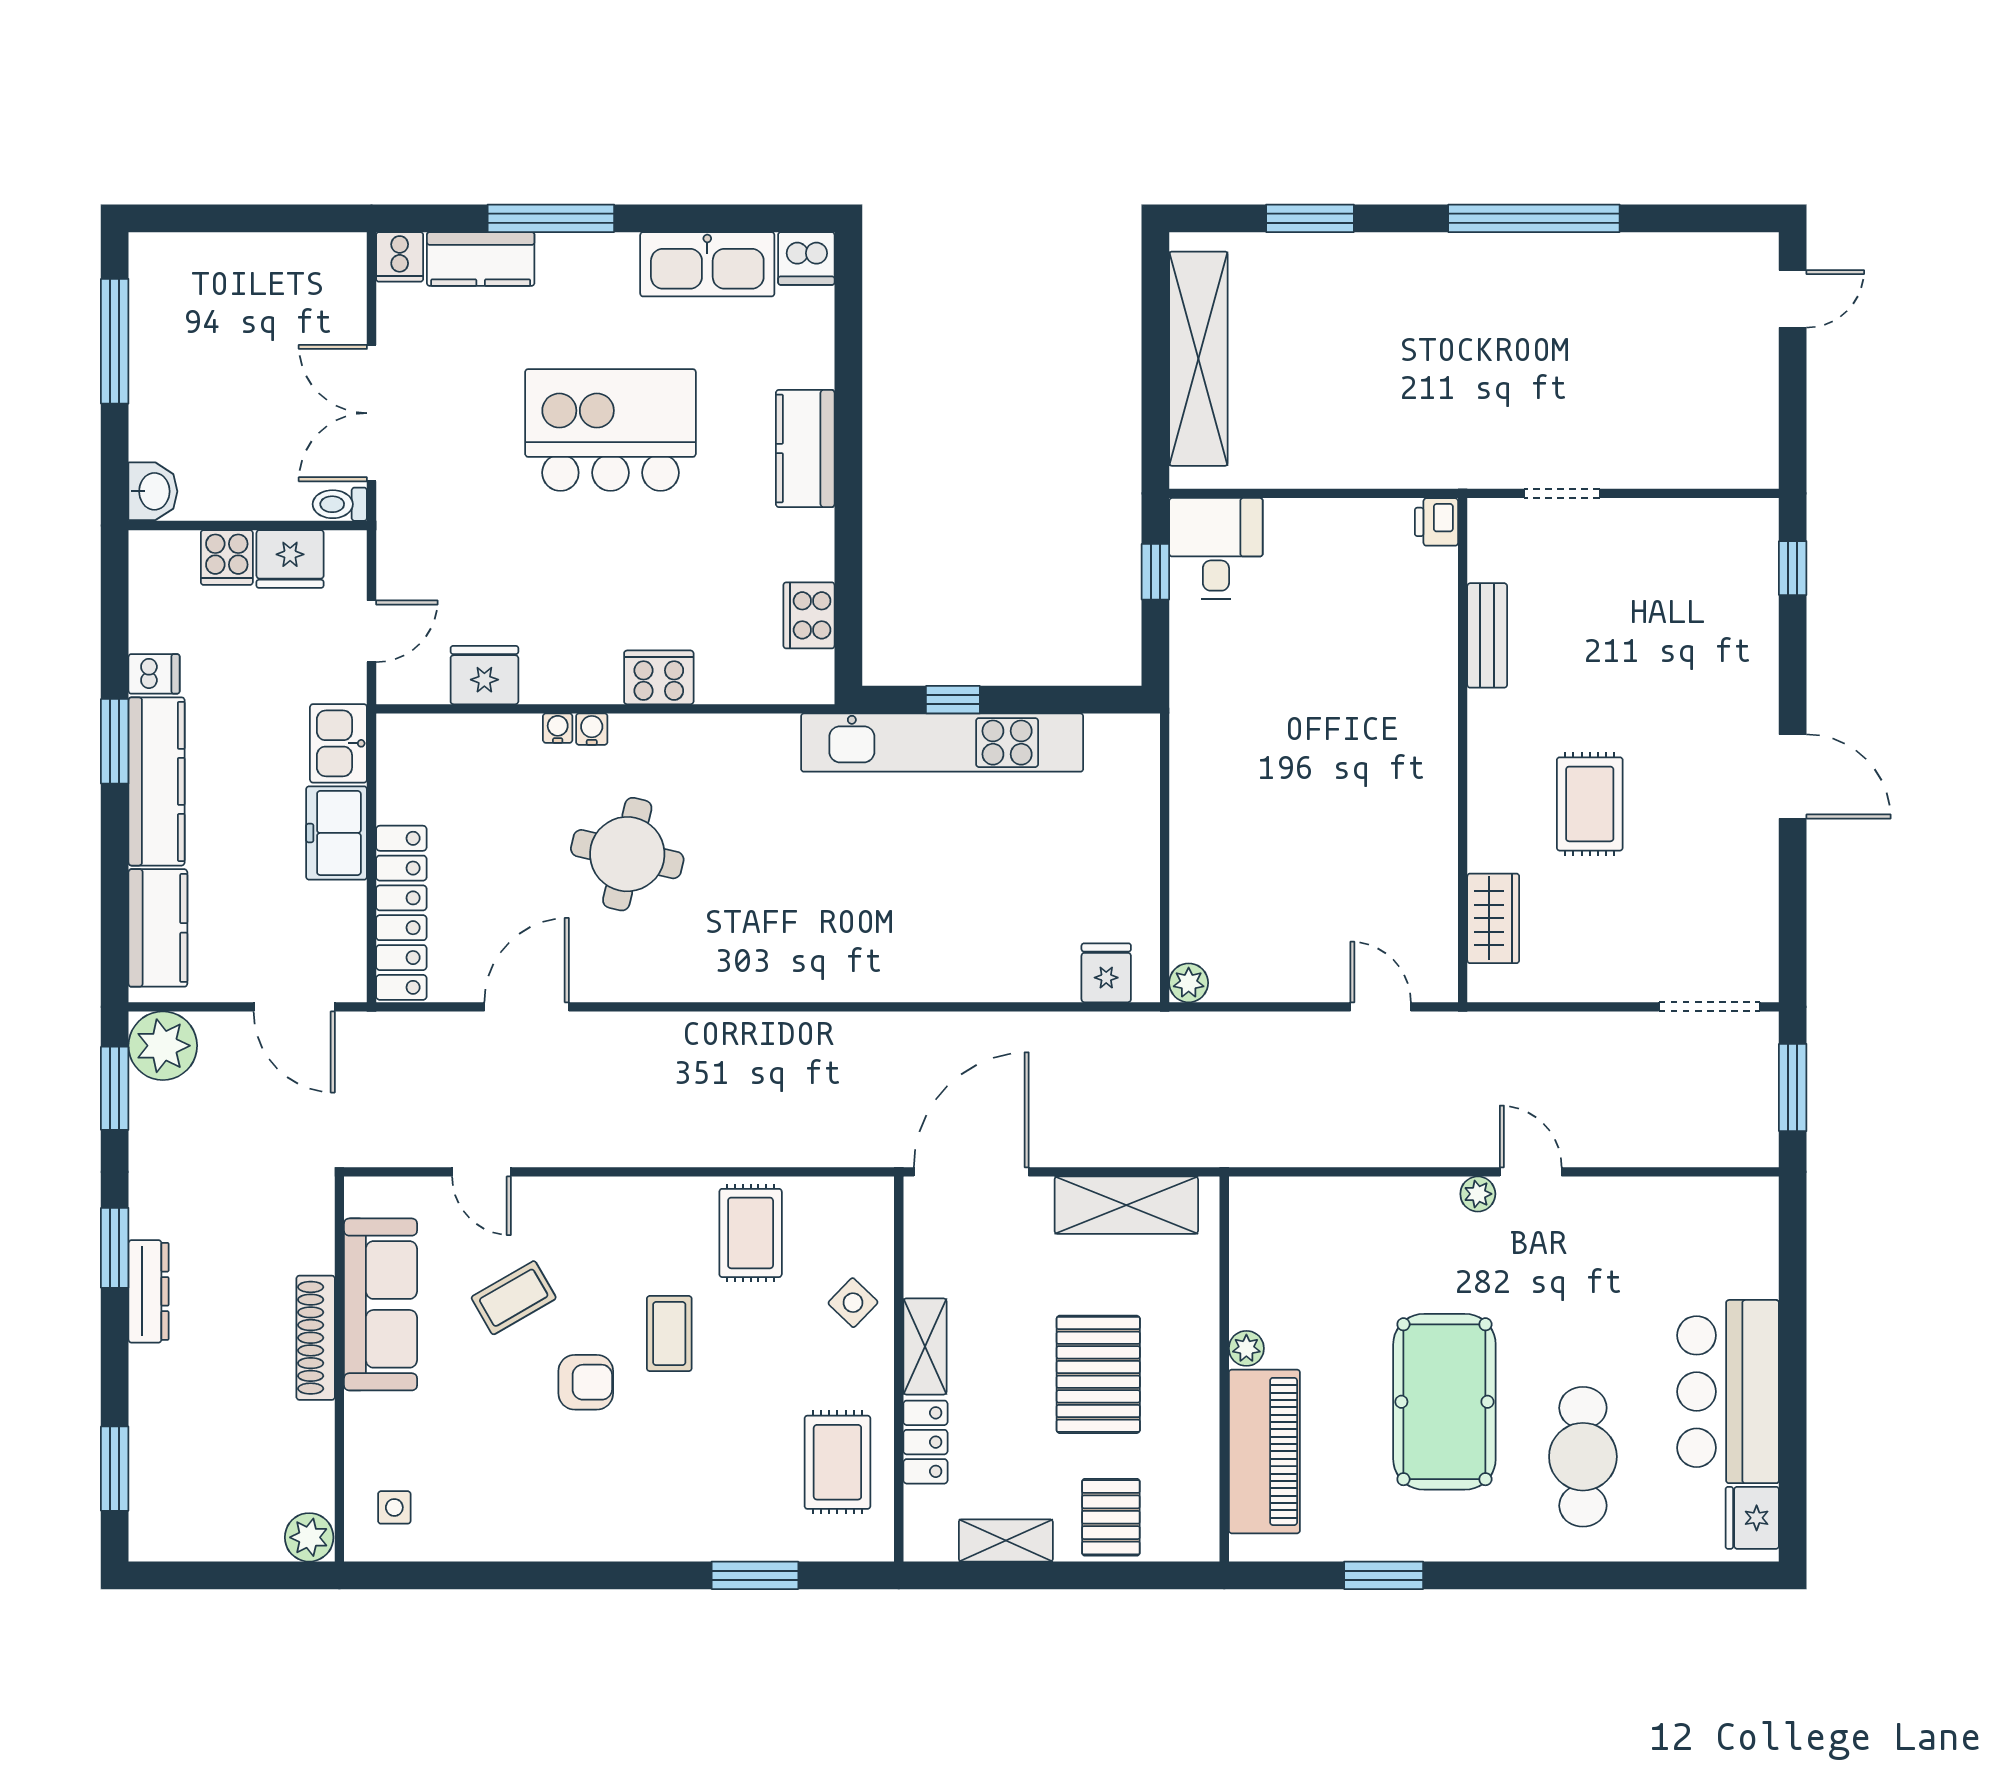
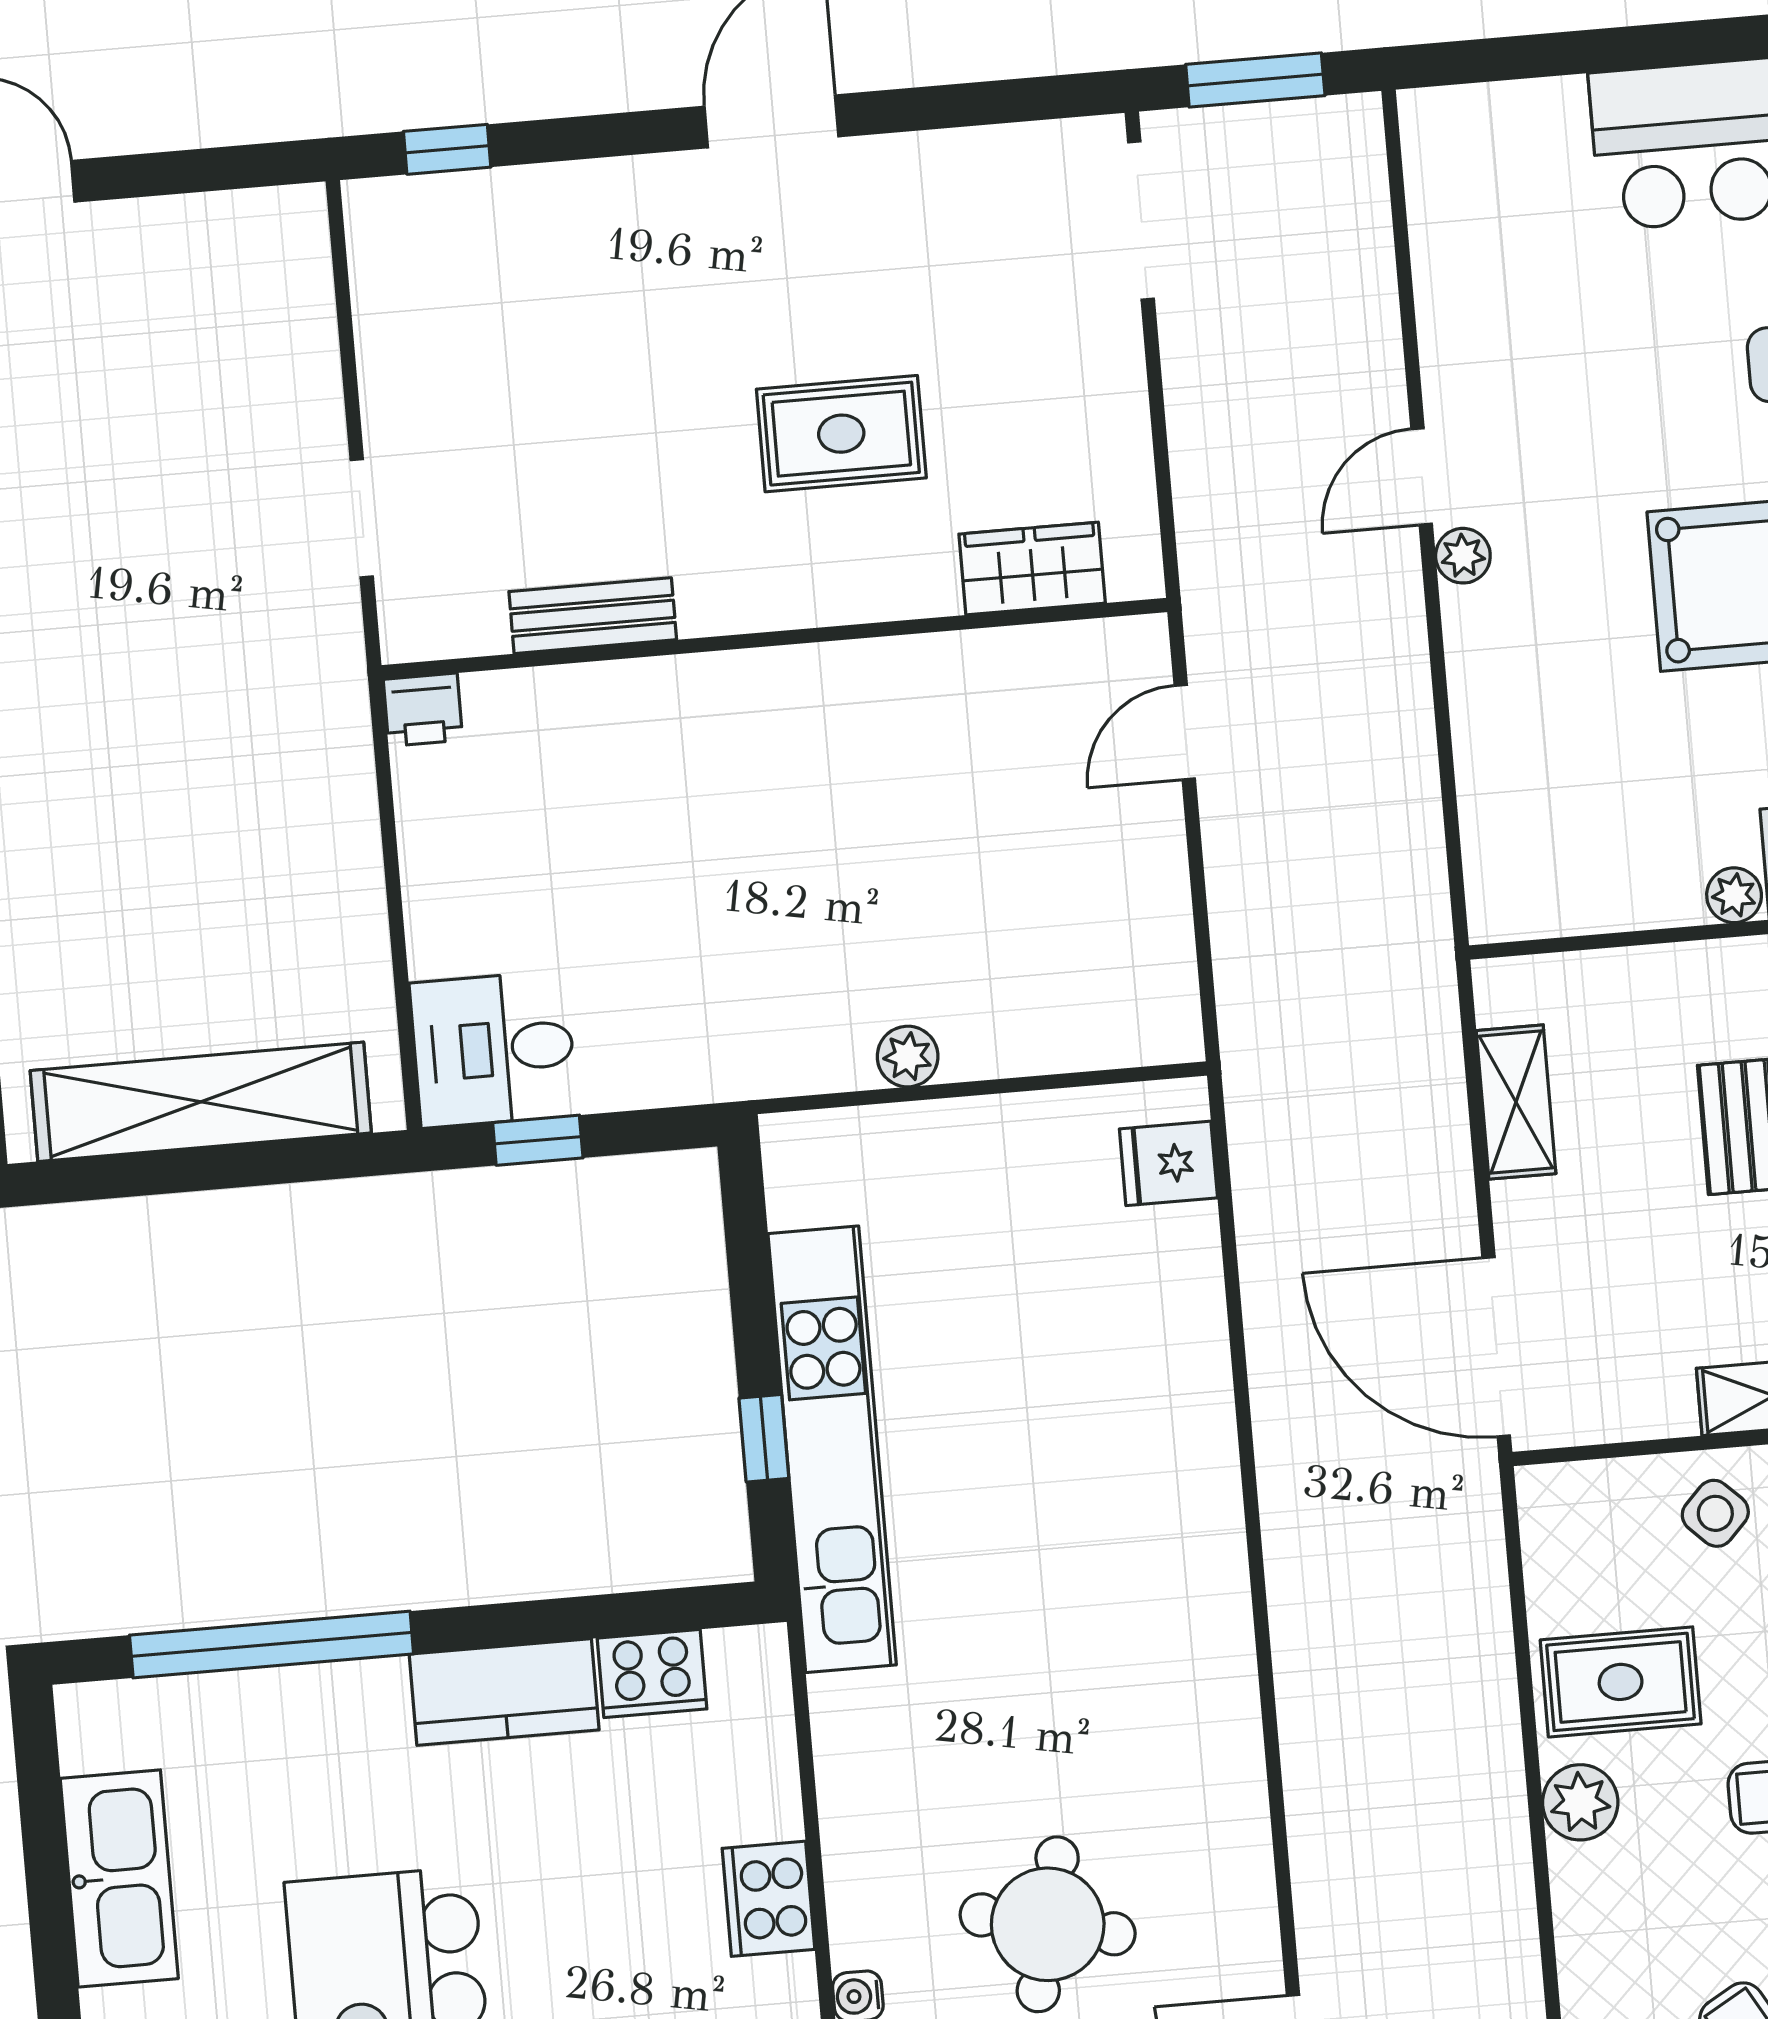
dishwasher: (806, 258) -> (97, 1725), removed
window: (848, 374) -> (272, 1644), added
kitchen counter: (805, 448) -> (504, 1692), moved
plant: (1189, 983) -> (908, 1057), moved
plant: (676, 1201) -> (1580, 1802), added
shelving: (1126, 1205) -> (1516, 1102), width x0.67, depth x0.75

